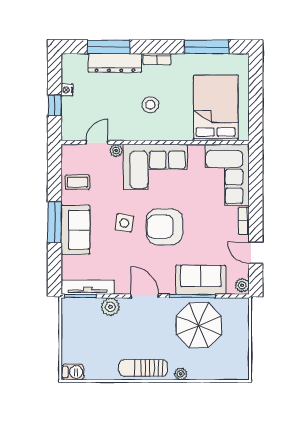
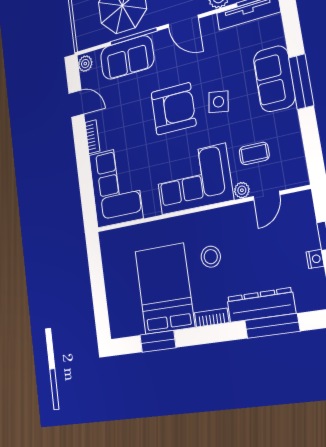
window: (207, 47) -> (158, 341), width x0.69
bed: (216, 108) -> (165, 289), moved, turned 180
coffee table: (78, 182) -> (254, 153), moved

